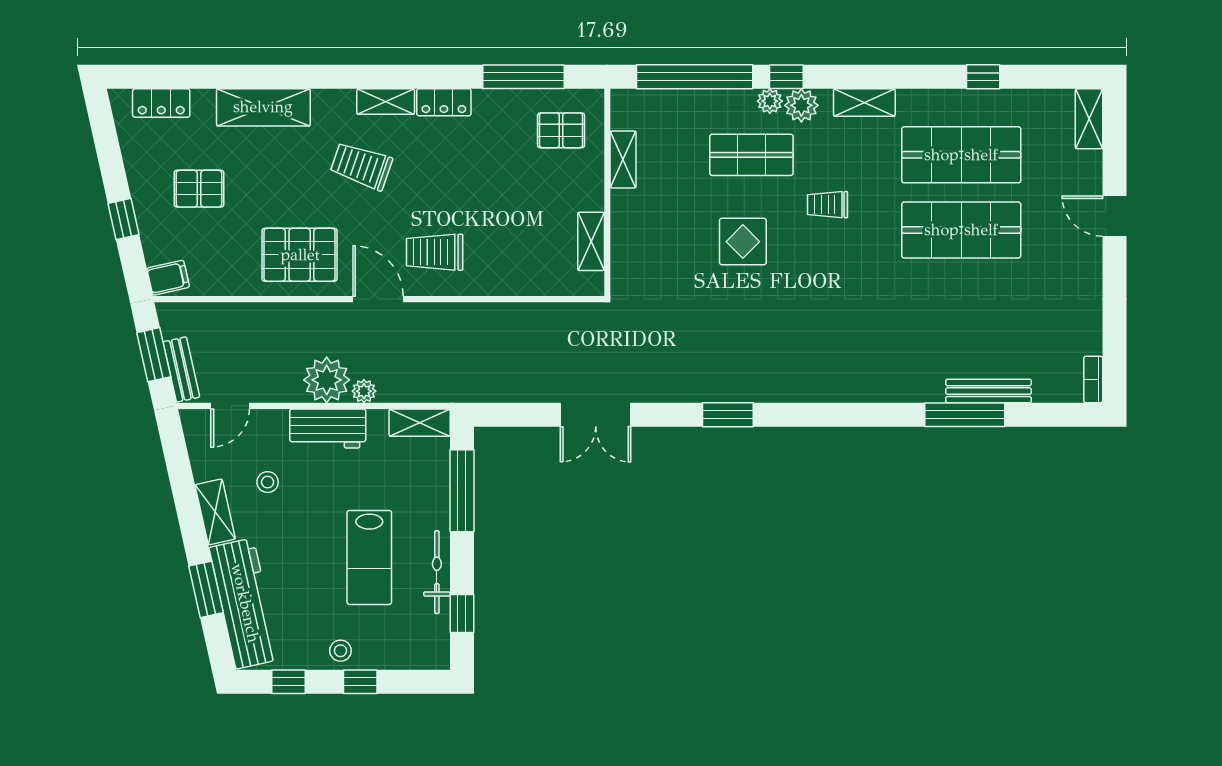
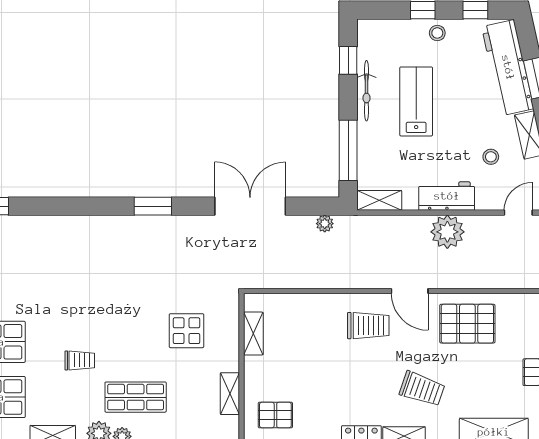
display table: (743, 242) -> (186, 331), moved
plant: (364, 391) -> (325, 224), moved
double door: (596, 415) -> (250, 206), width x1.37

